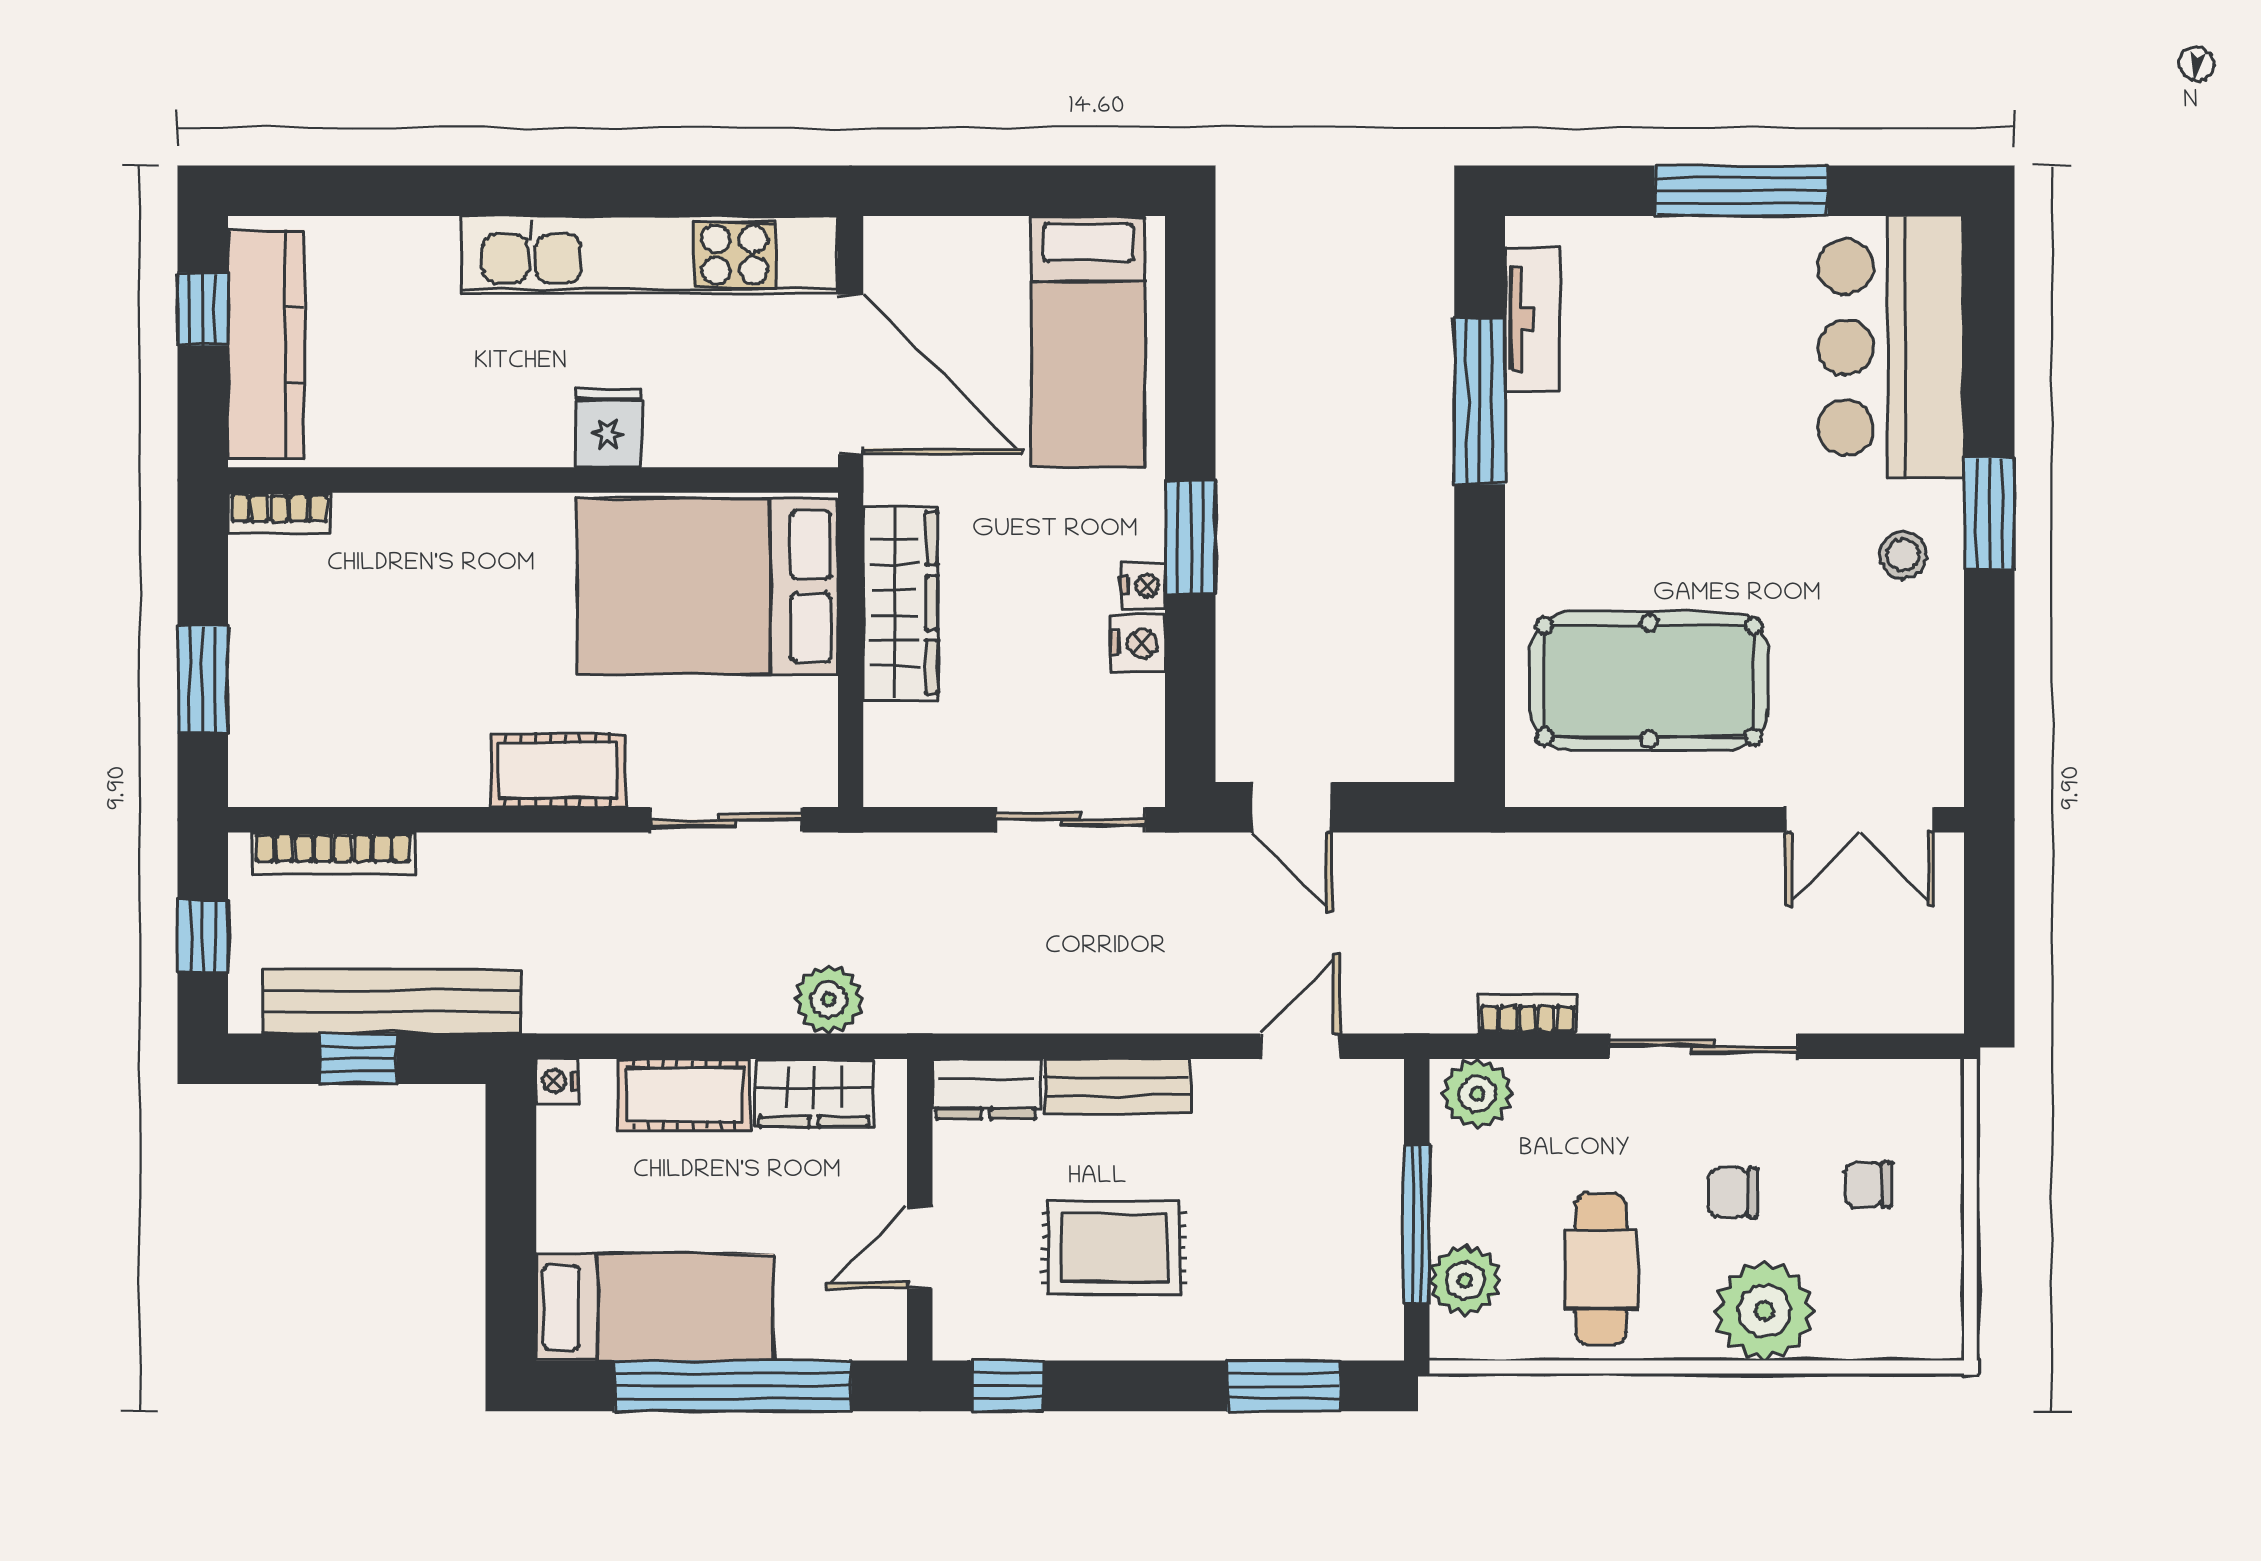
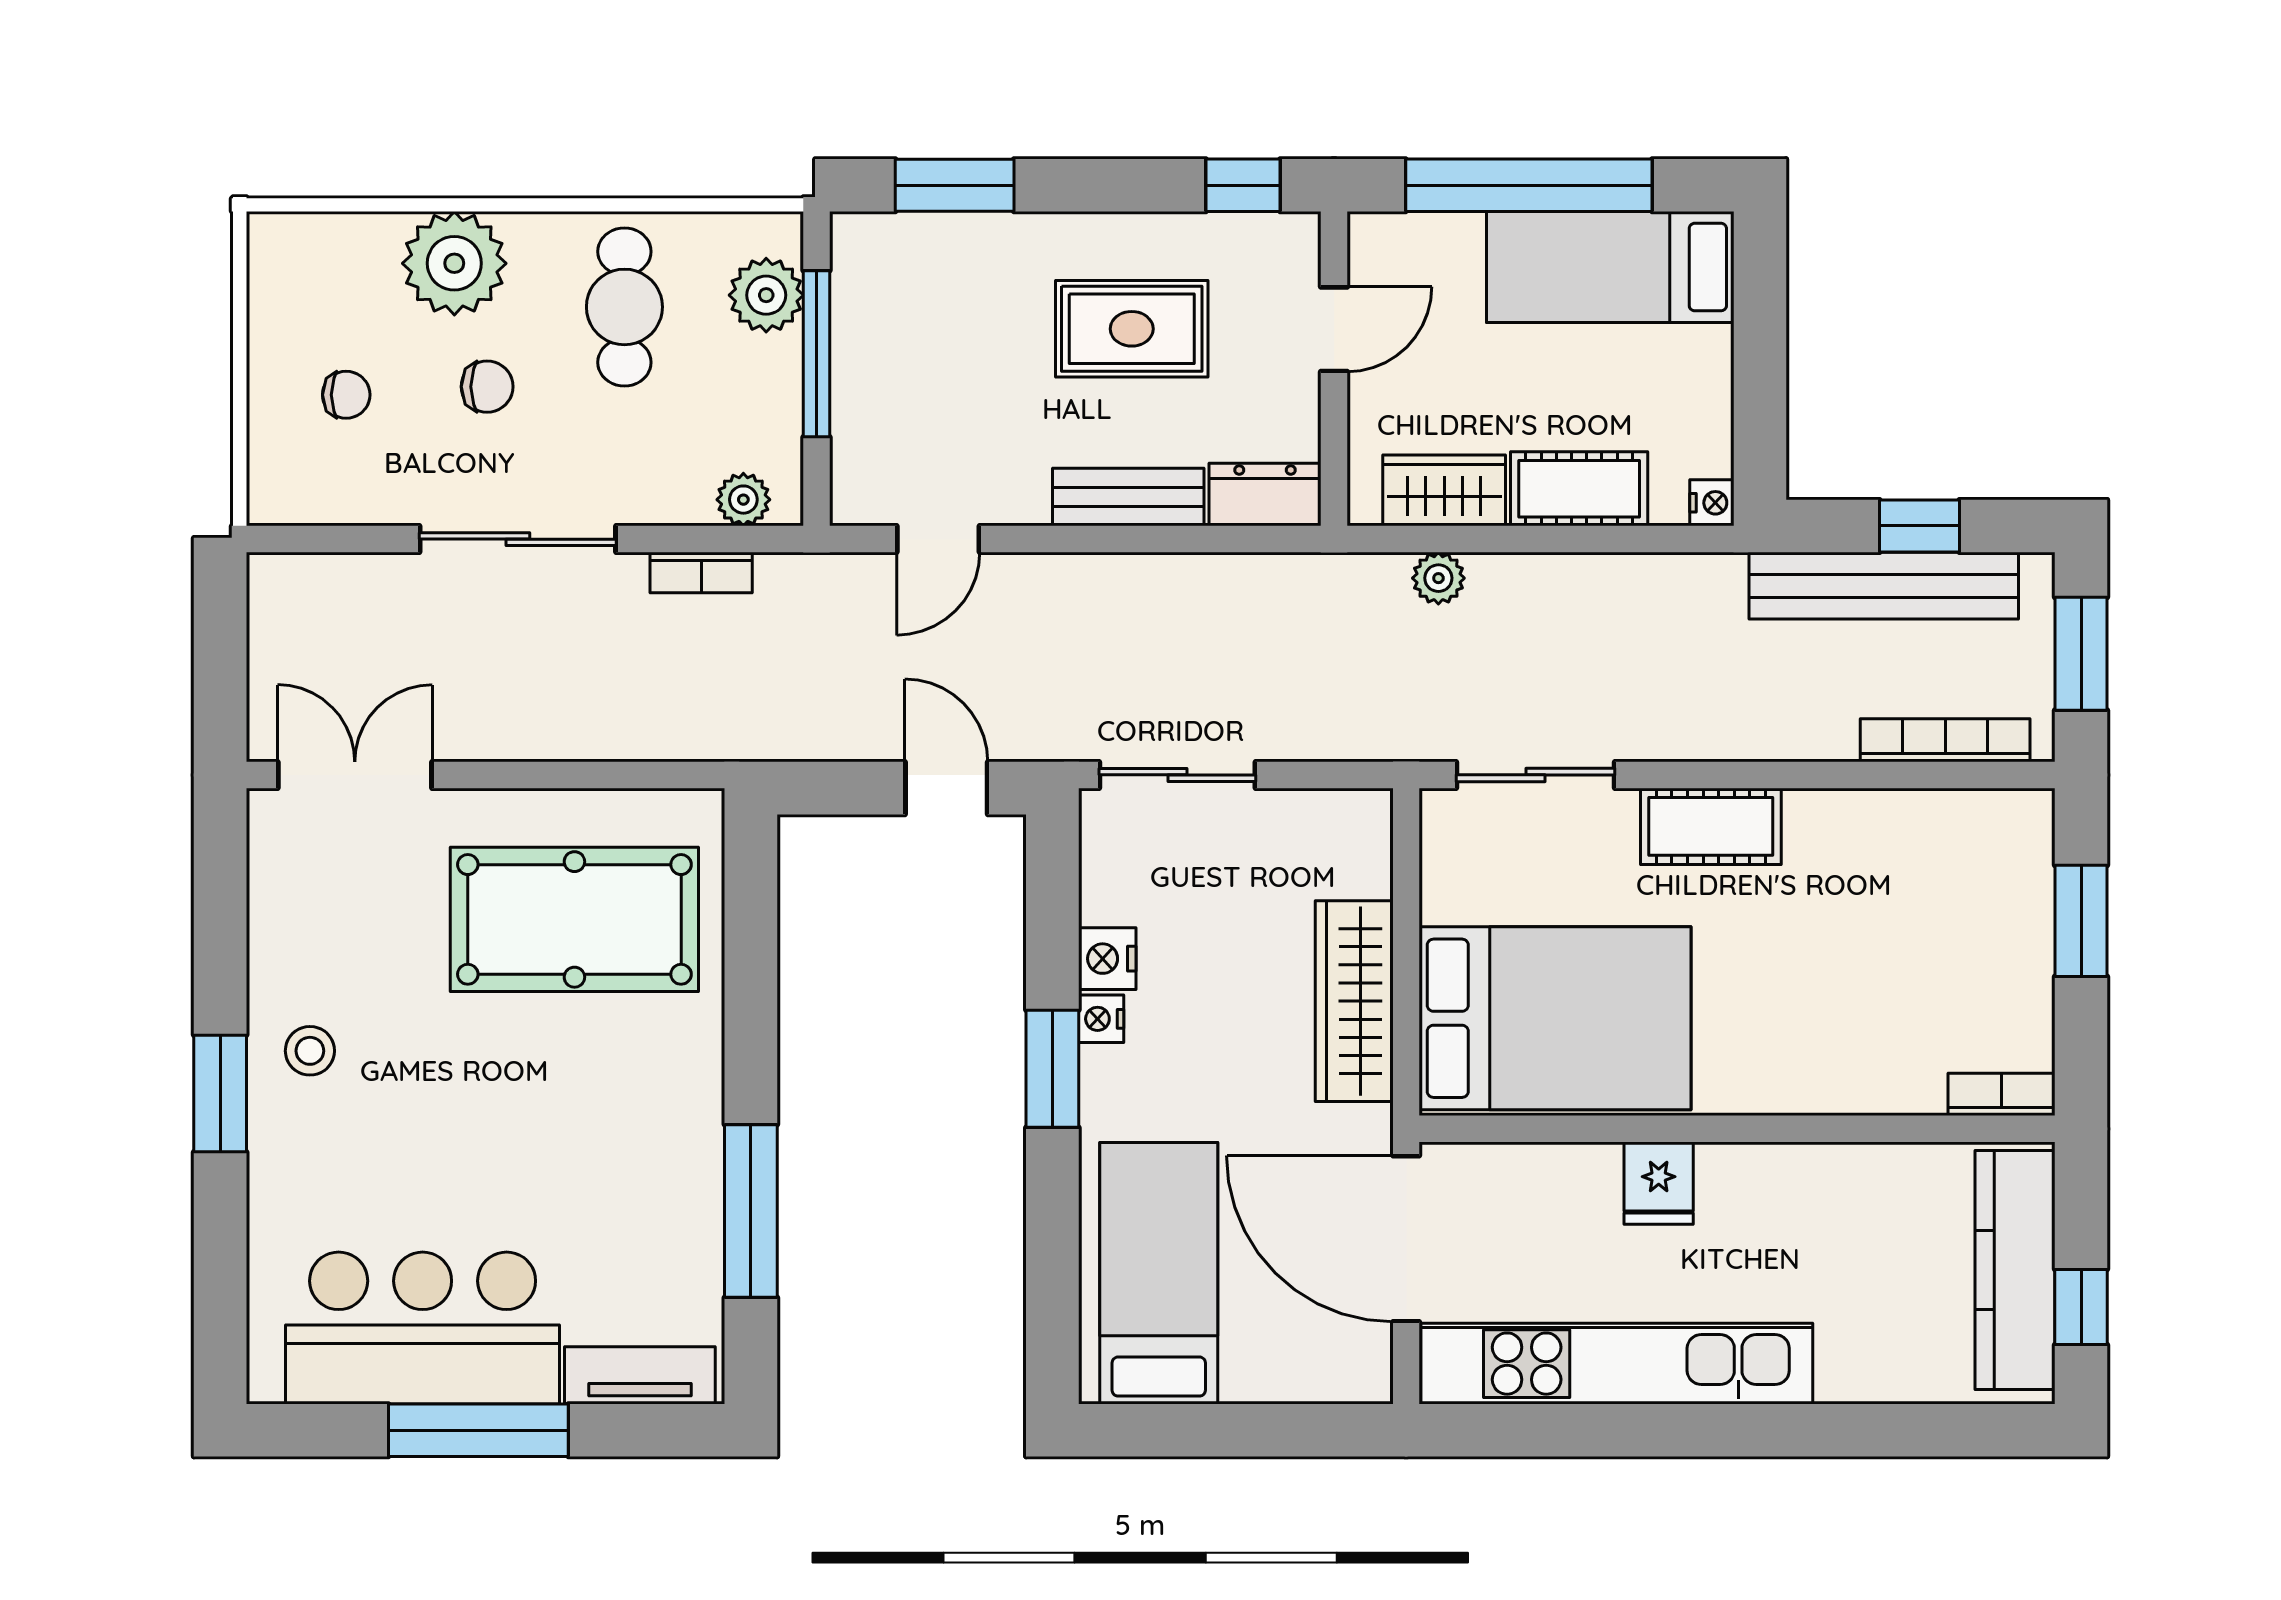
tv unit: (1532, 319) -> (640, 1375), moved, turned 90
bar counter: (1891, 347) -> (423, 1328), moved, turned -90
window: (203, 936) -> (2081, 654), width x1.50
plant: (829, 999) -> (1438, 578), width x0.73, depth x0.73
plant: (1477, 1094) -> (743, 500), width x0.73, depth x0.73

